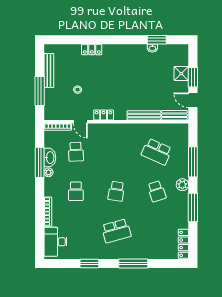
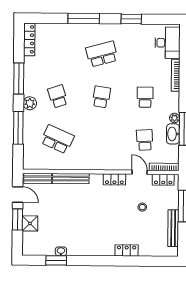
locker: (58, 115) -> (163, 180), added

